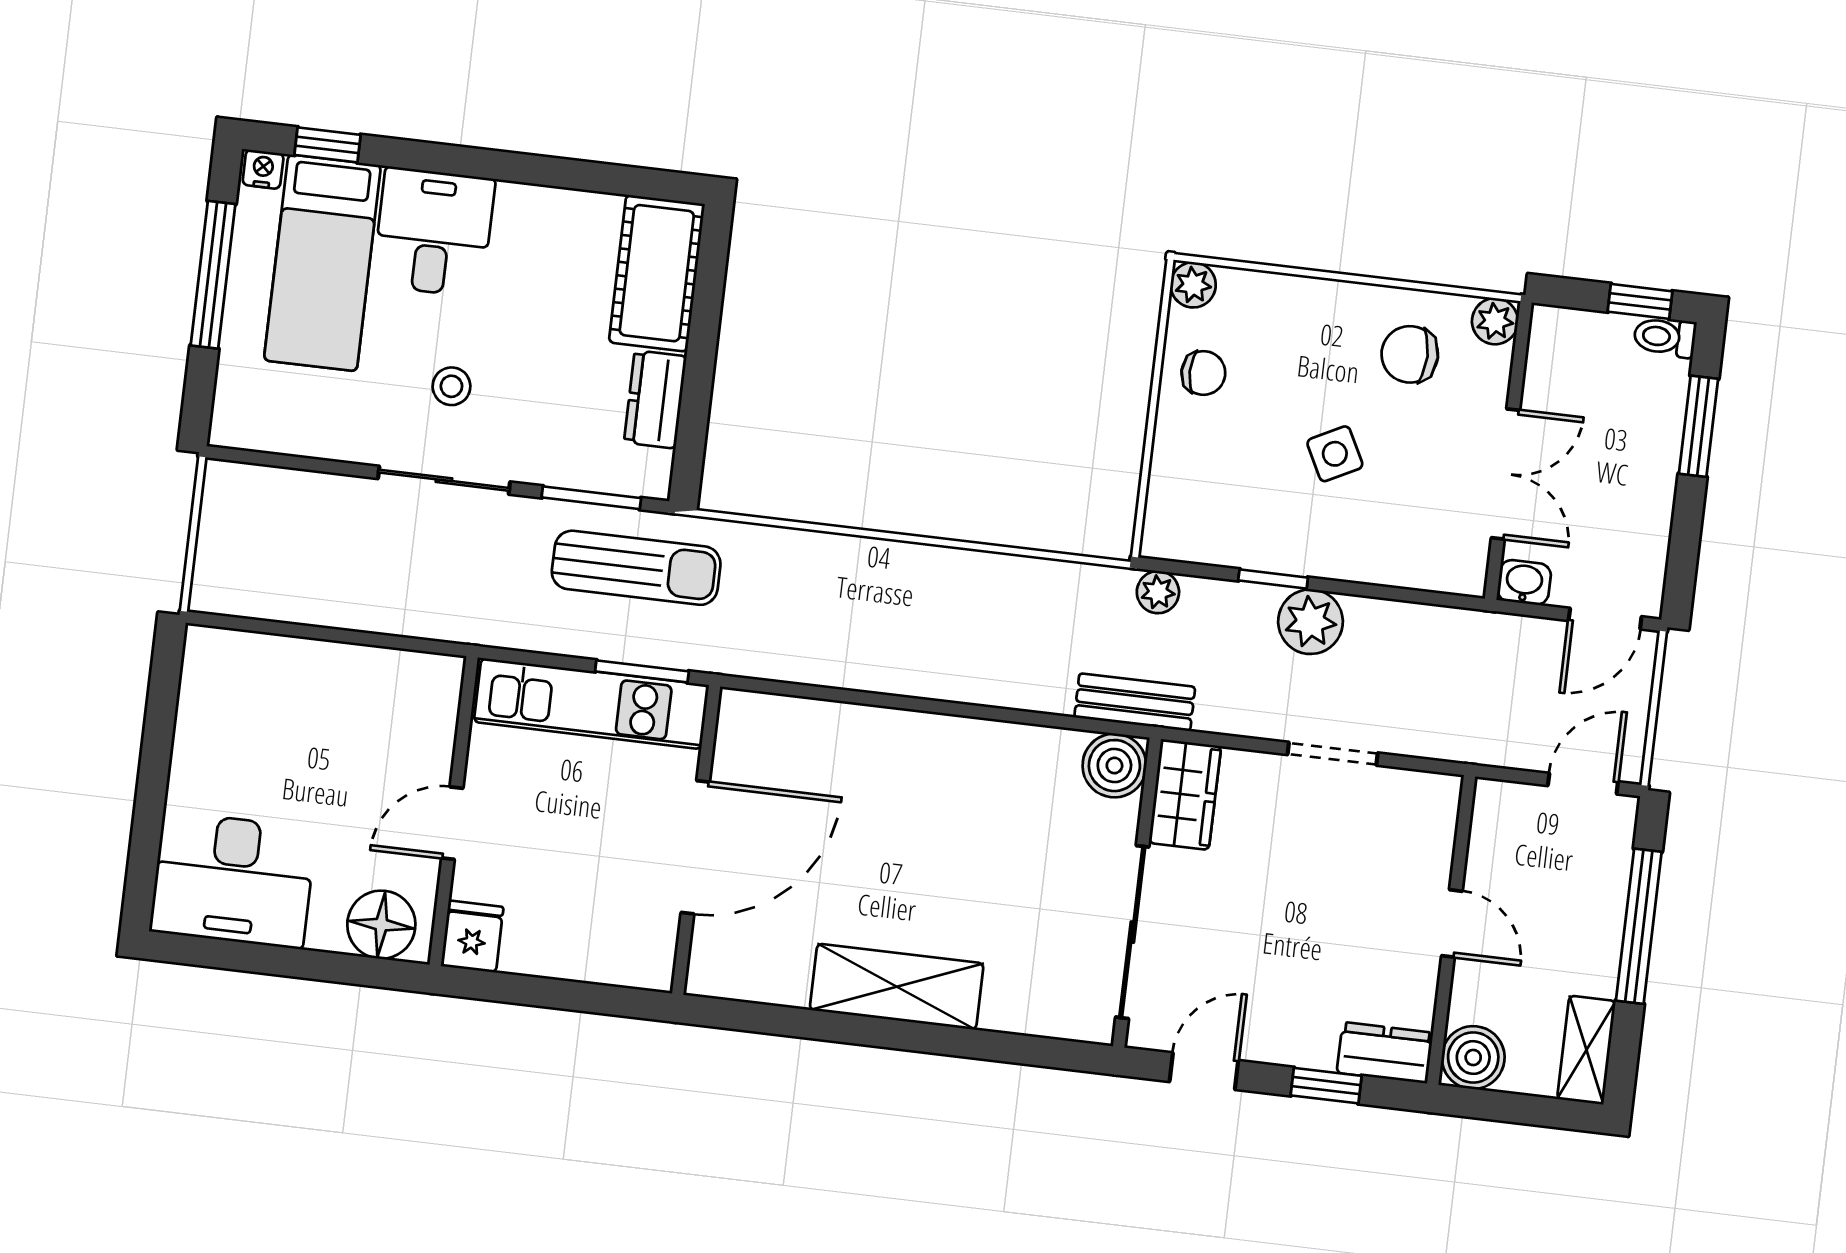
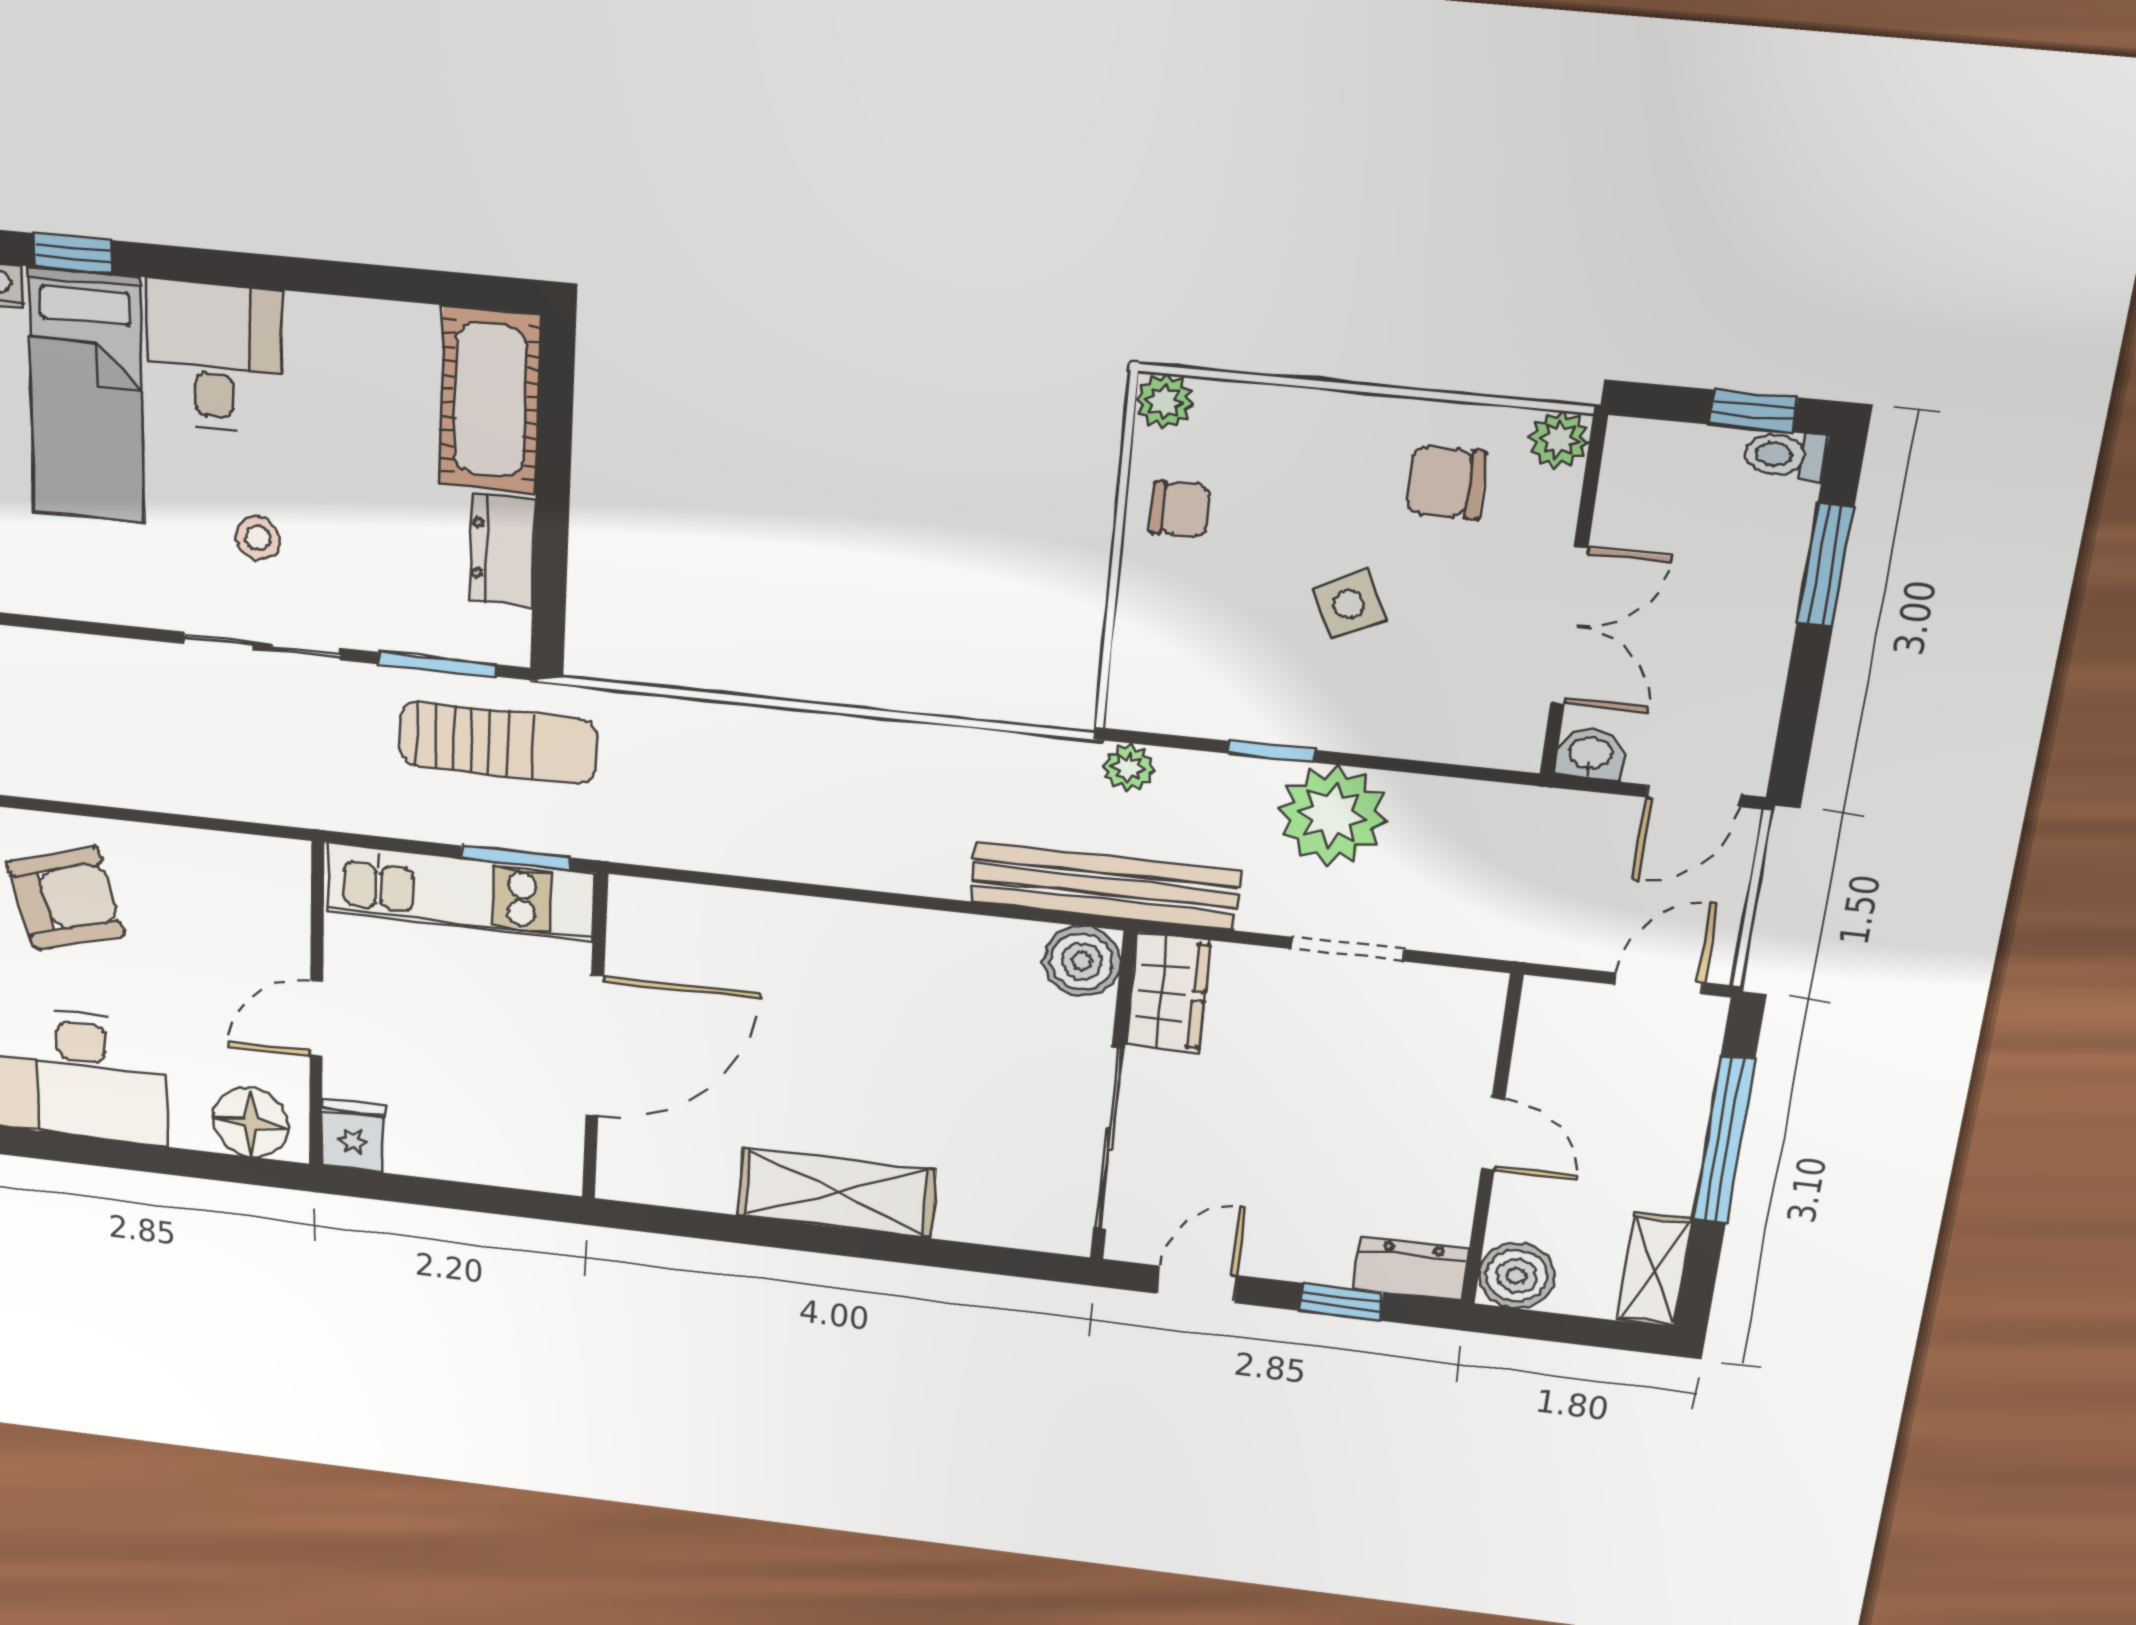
plant: (1310, 622) -> (1332, 815), width x1.36, depth x1.36
bench: (1135, 702) -> (1105, 886), width x1.86, depth x1.21
armchair: (242, 710) -> (66, 899), added

